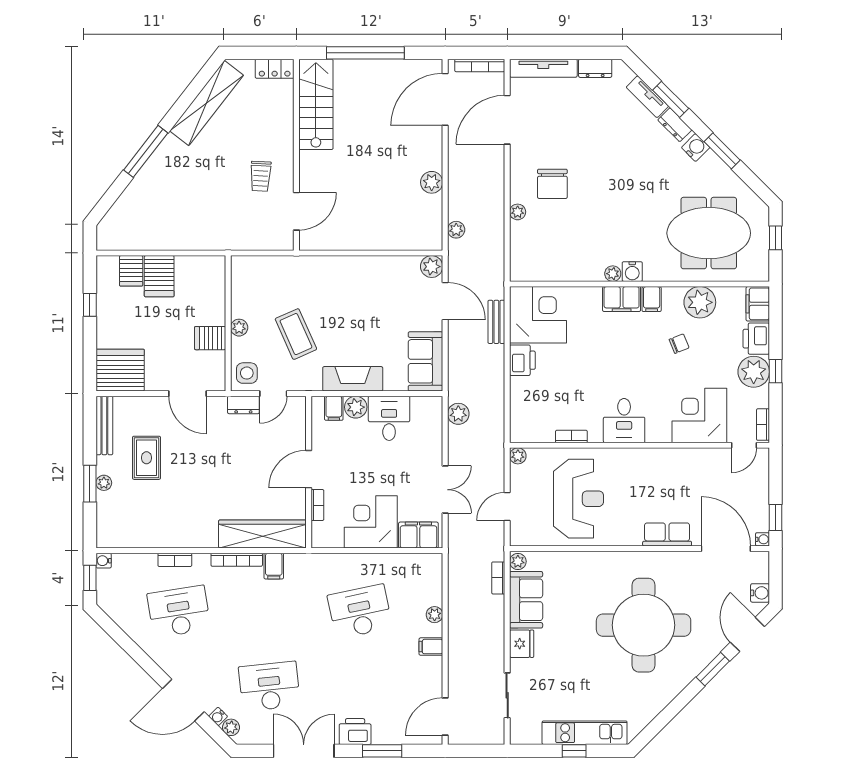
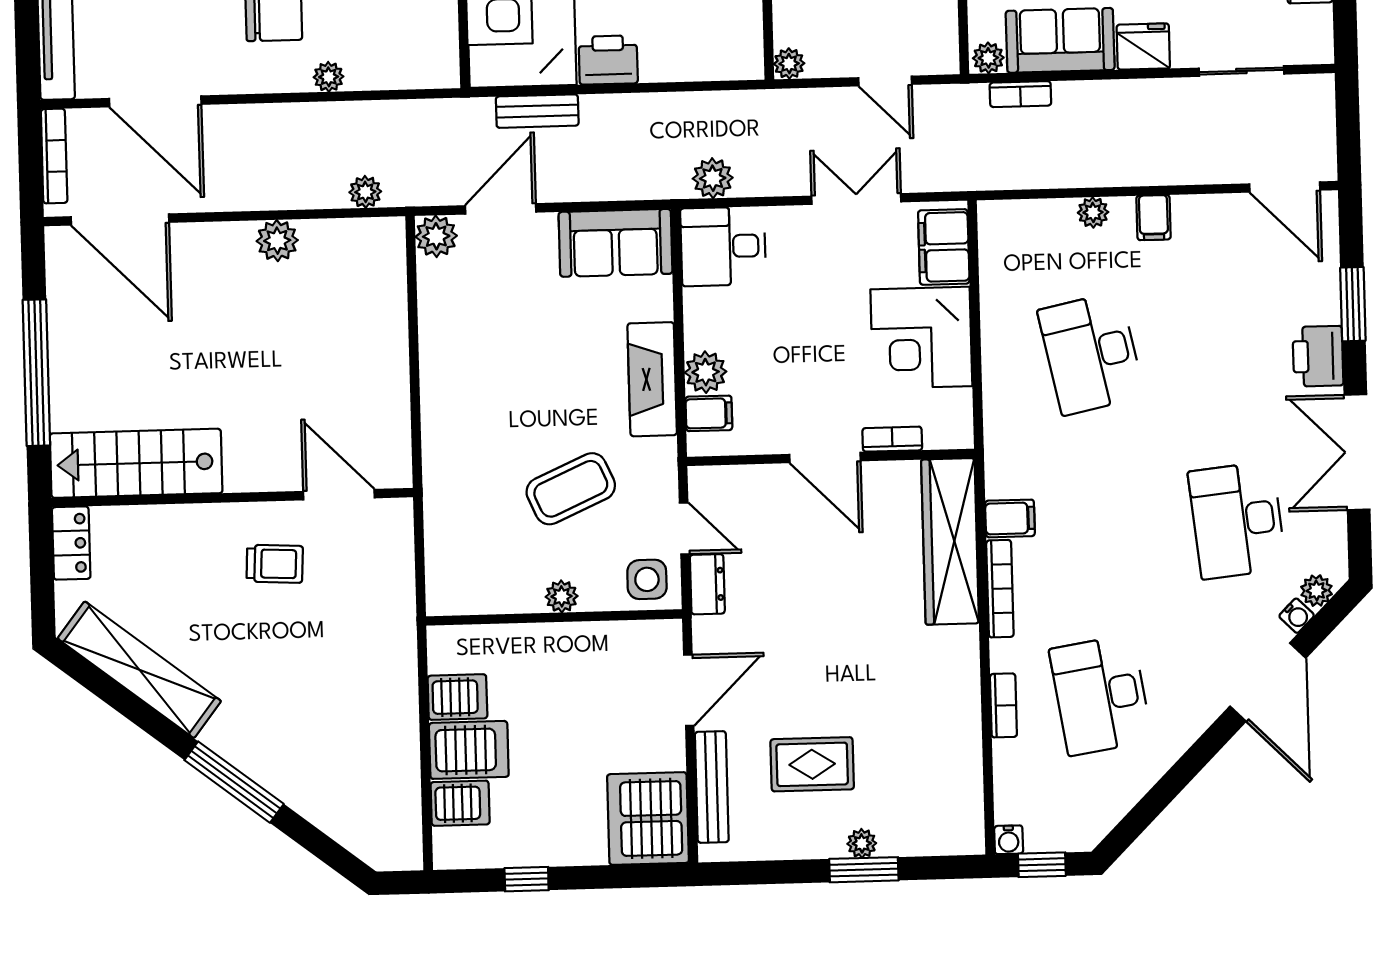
server rack: (210, 338) -> (457, 697), moved, turned -90
desk: (389, 418) -> (723, 246), moved
bench: (104, 425) -> (712, 787), moved, turned 90

